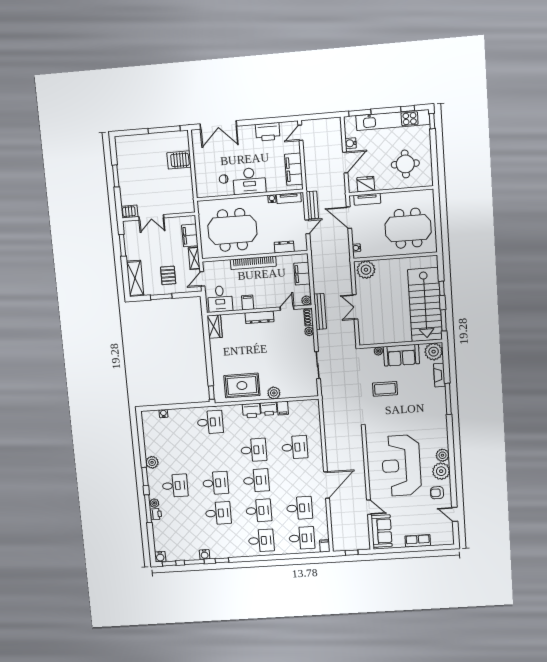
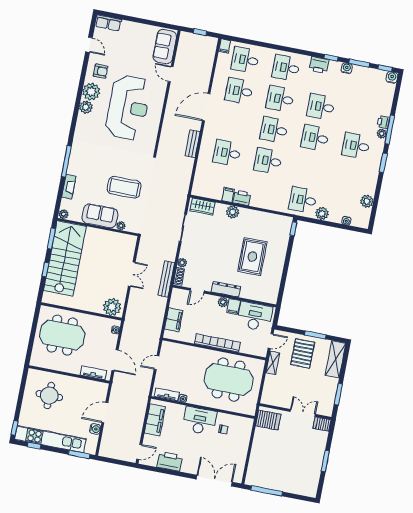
server rack: (179, 160) -> (268, 420), moved
fridge: (366, 184) -> (91, 387), removed
bench: (312, 205) -> (193, 144), moved
filing cabinet: (190, 235) -> (271, 386), removed
dresser: (284, 247) -> (184, 350), removed
pallet: (168, 275) -> (303, 353), width x1.50, depth x1.42
desk: (220, 299) -> (255, 316), width x1.37
plant: (306, 300) -> (223, 302), moved
wardrobe: (215, 327) -> (203, 207), moved, turned -90
plant: (434, 352) -> (64, 214), width x0.53, depth x0.53
rug: (242, 386) -> (252, 257), moved, turned 90
coffee table: (385, 389) -> (124, 187), width x1.36, depth x1.32
printer: (251, 411) -> (319, 65), moved, turned 180
plant: (188, 414) -> (322, 214), added
plant: (152, 462) -> (367, 201), moved
row of seats: (418, 541) -> (108, 23), moved

